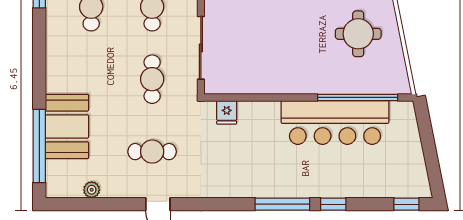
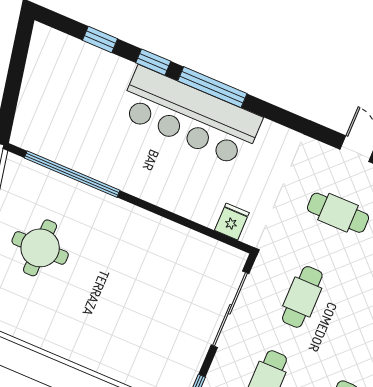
bar counter: (335, 122) -> (190, 116), moved, turned 180
window: (406, 204) -> (100, 39), moved

